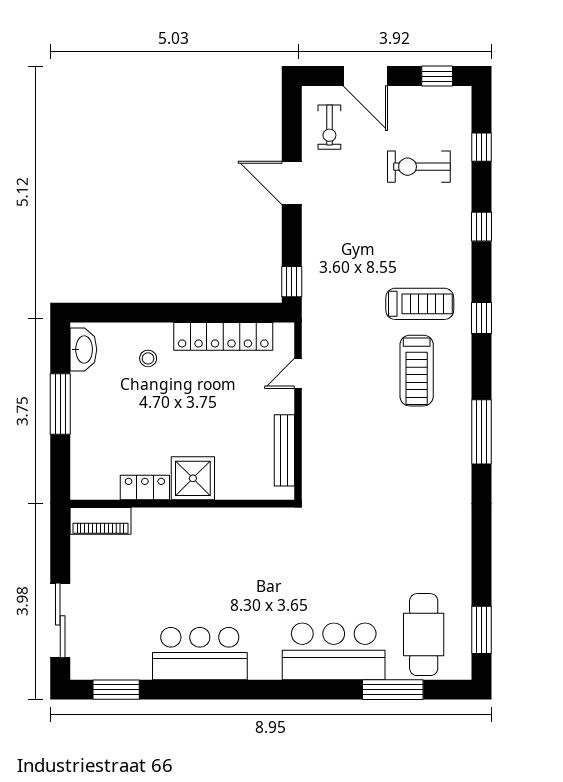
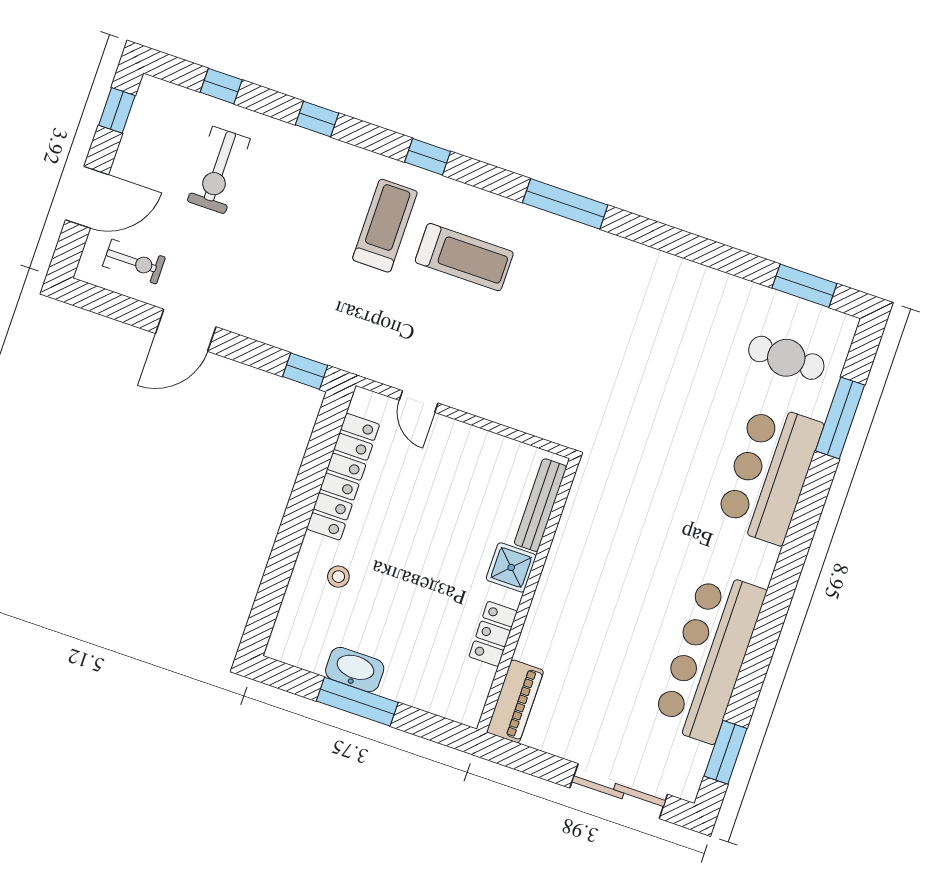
washbasin: (83, 349) -> (355, 670), moved
bench: (284, 450) -> (540, 505), moved, turned 90
shower: (193, 478) -> (511, 567), width x0.73, depth x0.73
cafe table: (424, 635) -> (786, 358), width x0.73, depth x0.74
bar counter: (200, 654) -> (709, 657), width x1.36

